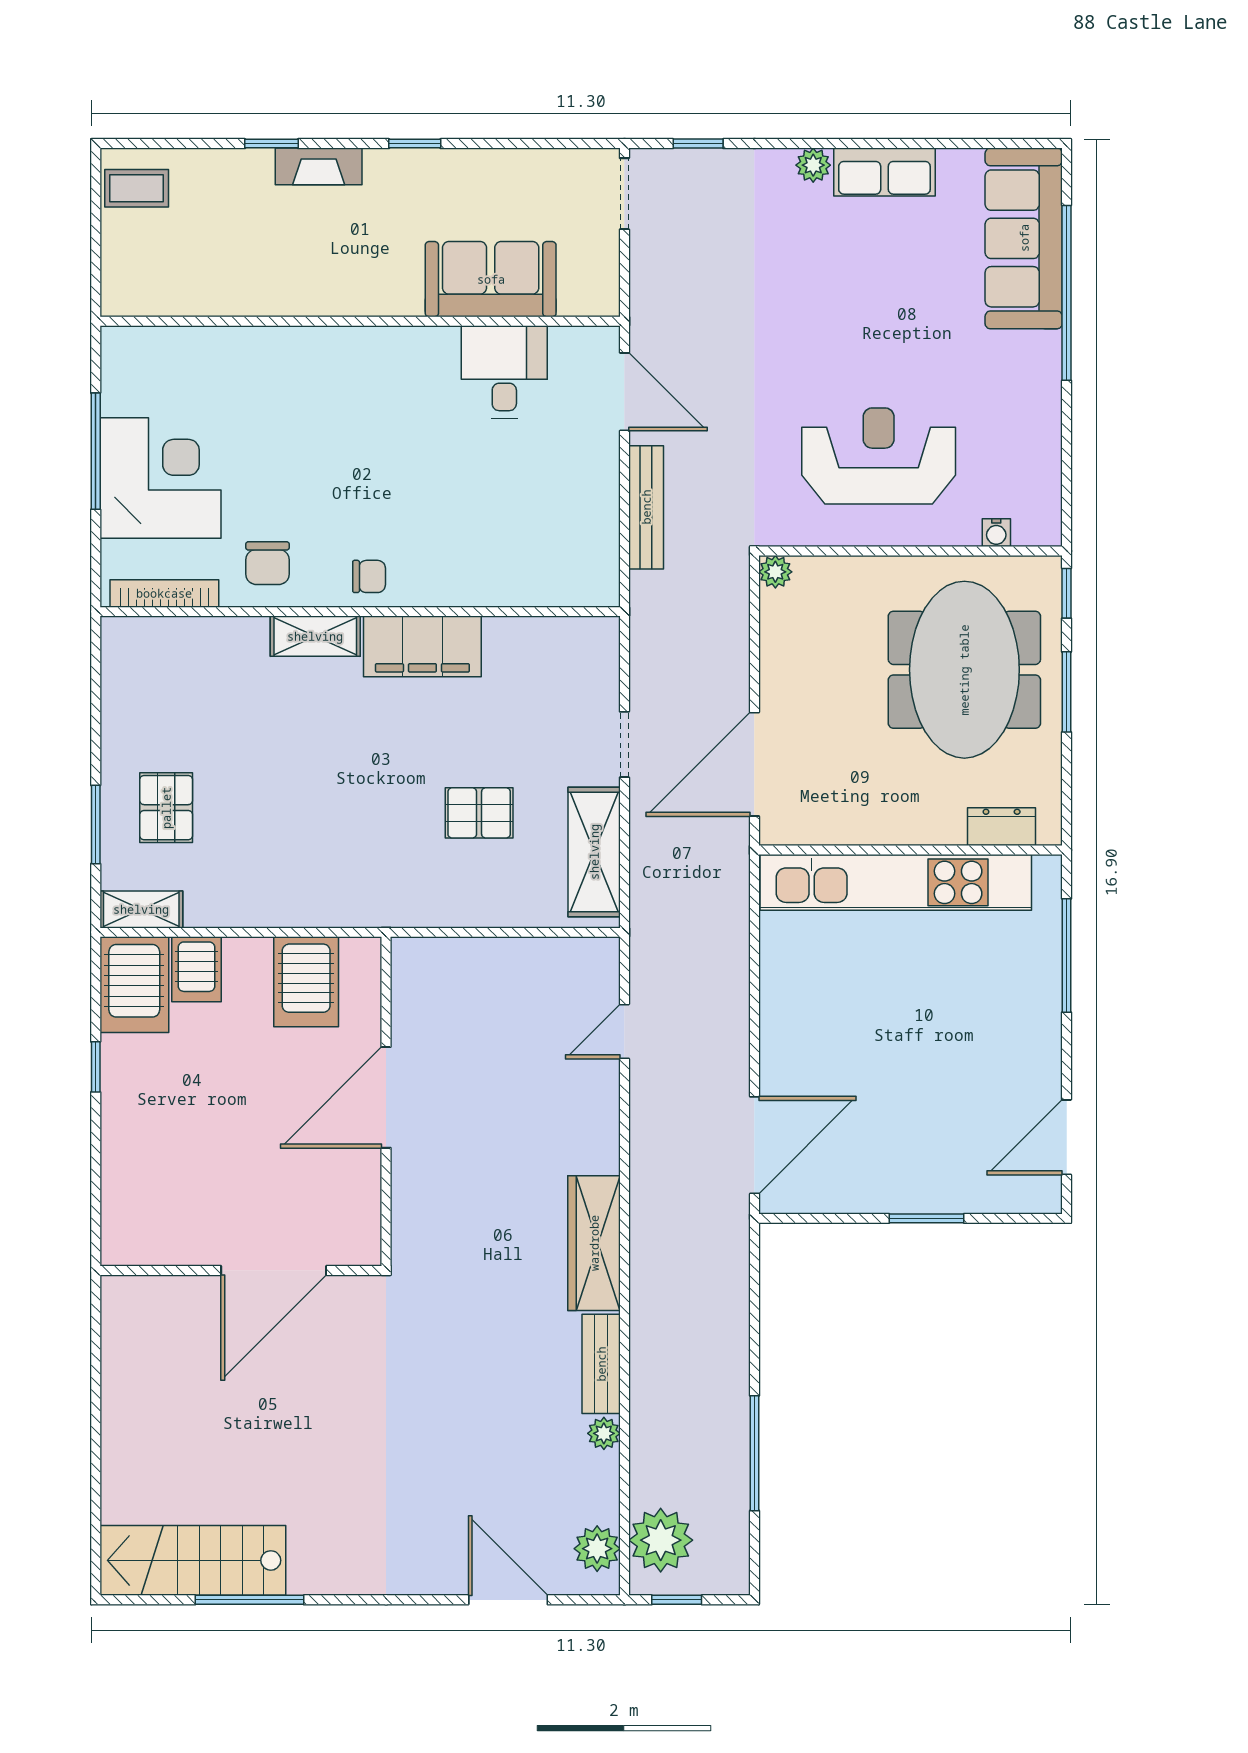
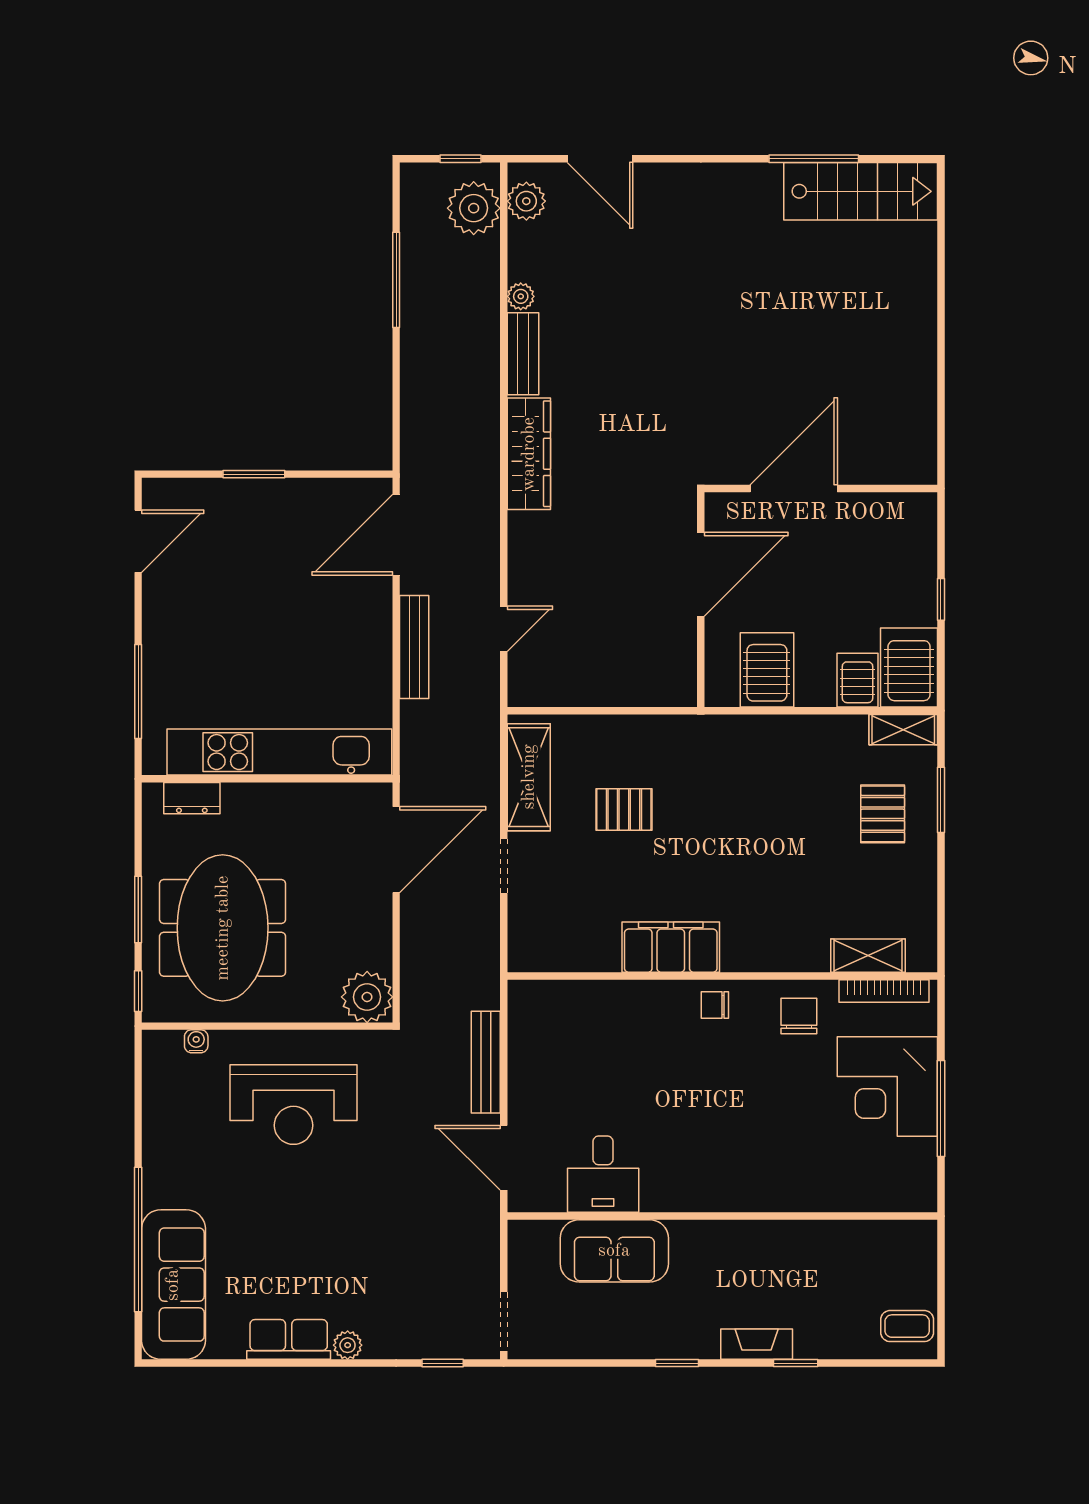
plant: (775, 572) -> (367, 997), width x1.88, depth x1.88
shelving: (315, 636) -> (868, 956), moved
bench: (733, 1009) -> (414, 647), added
wall: (241, 1270) -> (821, 488), moved
door: (274, 1270) -> (794, 488), moved

